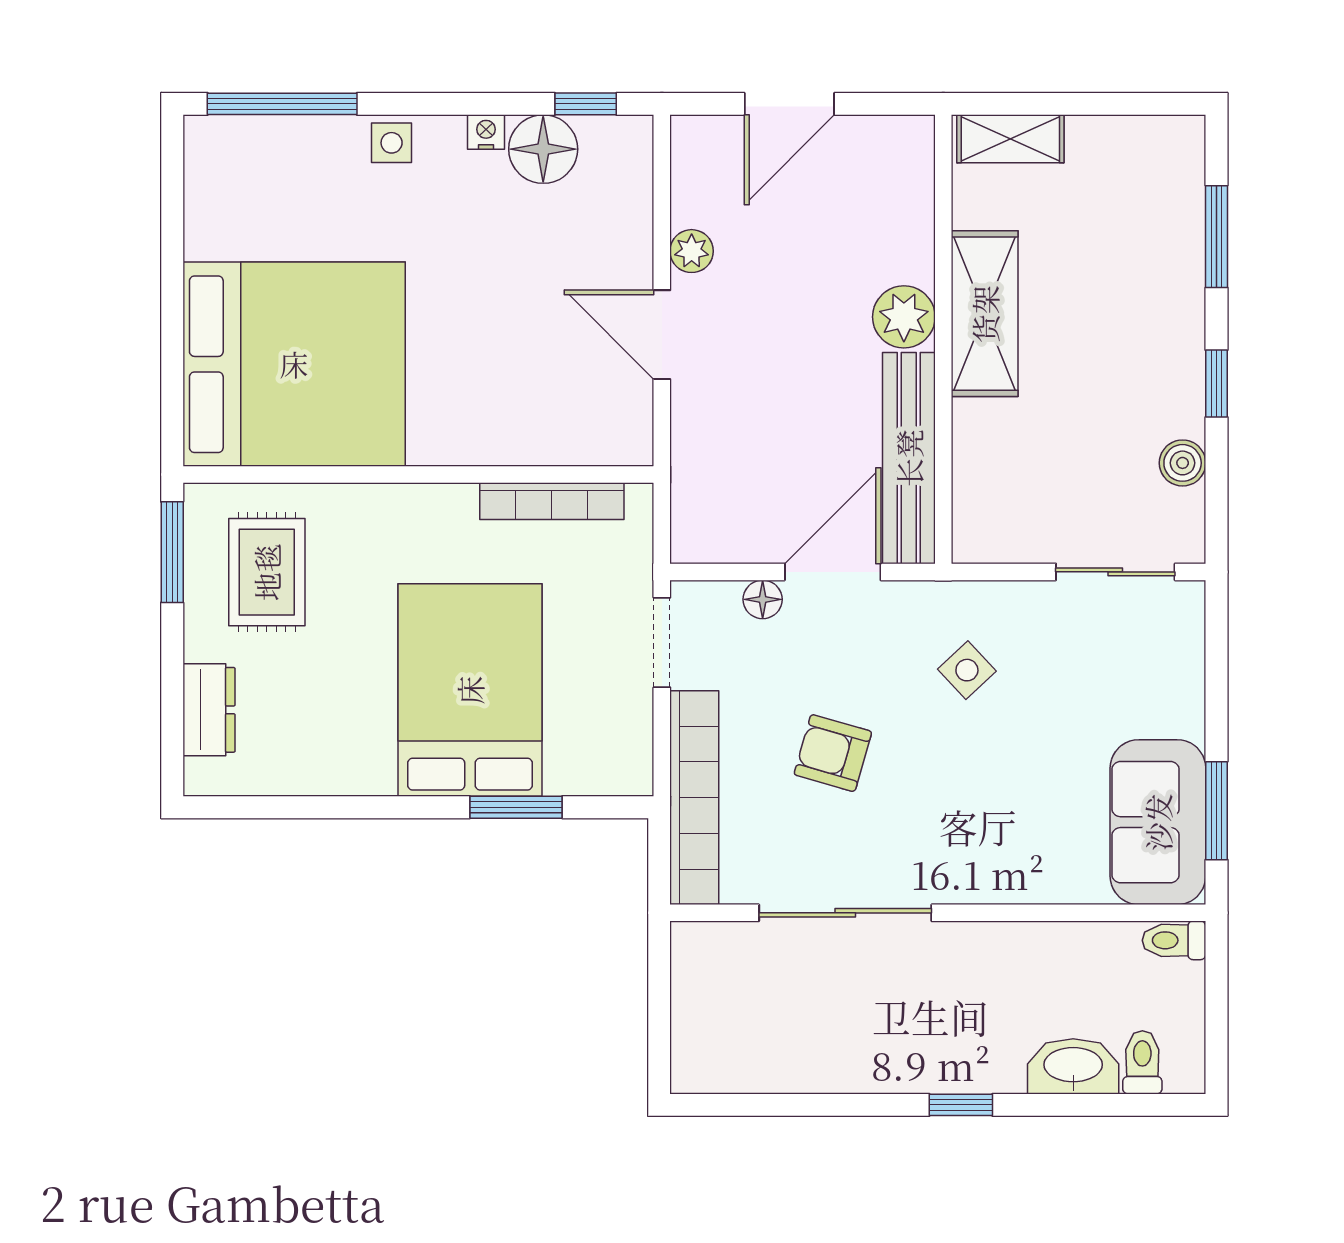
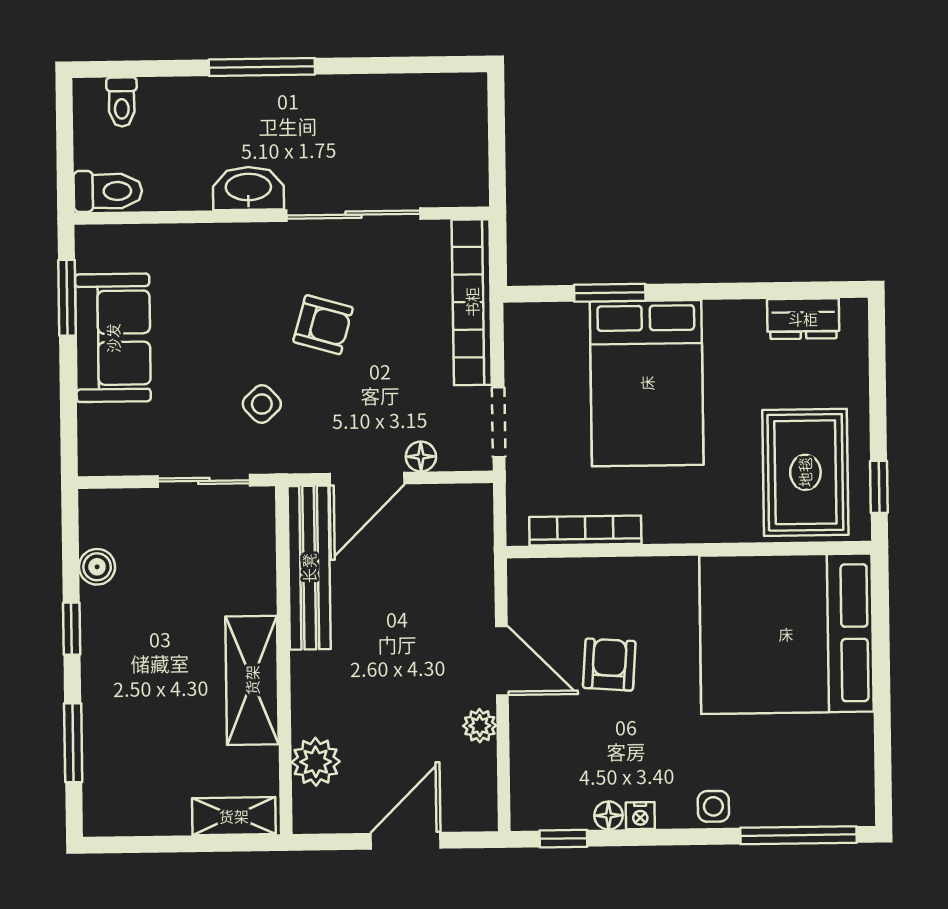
floor lamp: (543, 149) -> (609, 815), width x0.53, depth x0.53
plant: (904, 317) -> (316, 762), moved
armchair: (523, 328) -> (609, 665), added
window: (172, 552) -> (879, 487), width x0.67
rug: (267, 572) -> (805, 472), width x1.36, depth x1.43
sliding door: (1115, 572) -> (204, 481), moved
dresser: (209, 710) -> (803, 319), moved, turned -90
armchair: (833, 753) -> (323, 325), moved
sofa: (1158, 822) -> (113, 338), moved
toilet: (1174, 940) -> (108, 191), width x1.37, depth x1.39
washbasin: (1073, 1066) -> (248, 188), moved, turned 180
window: (961, 1105) -> (262, 67), width x2.17

